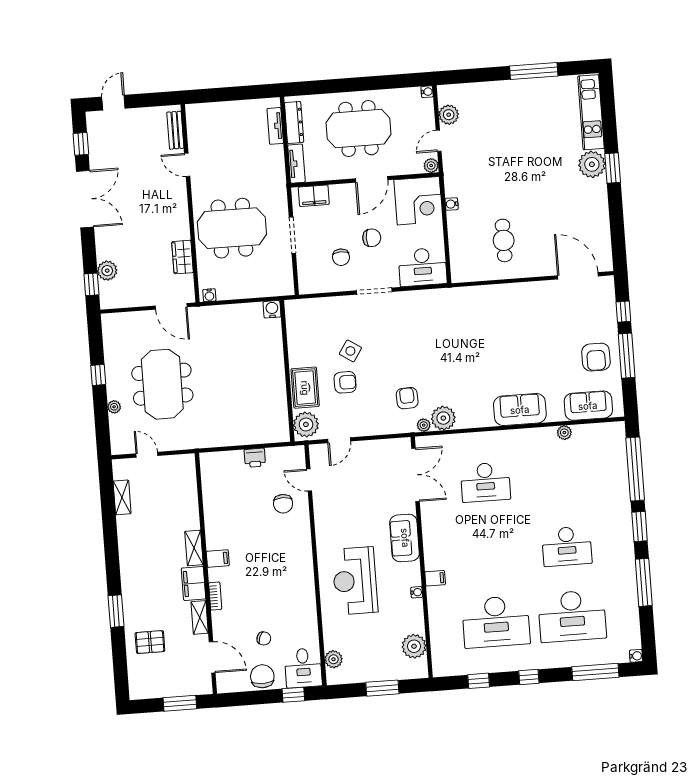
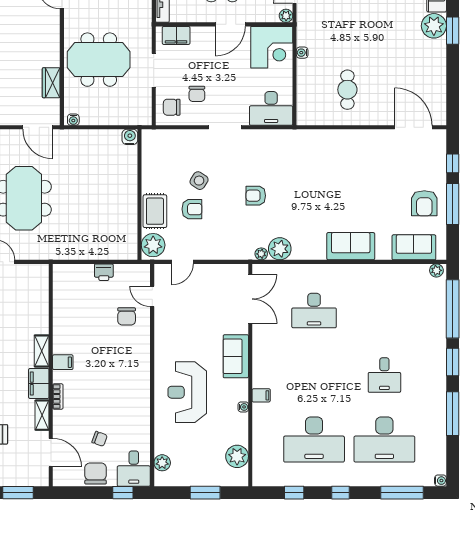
chair: (372, 238) -> (172, 107), moved, turned 180
armchair: (407, 398) -> (256, 196), moved, turned -87
plant: (564, 433) -> (436, 270), moved
desk: (567, 546) -> (384, 375), width x0.73

